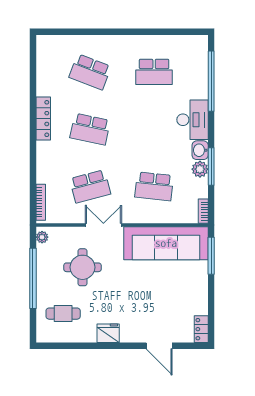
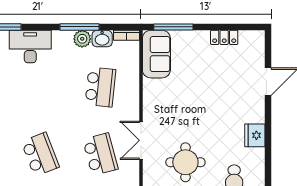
school desk: (90, 129) -> (40, 154), turned -33
washbasin: (200, 150) -> (102, 39), moved
sofa: (166, 243) -> (156, 54), width x0.54, depth x0.79
locker: (201, 329) -> (224, 37), moved

